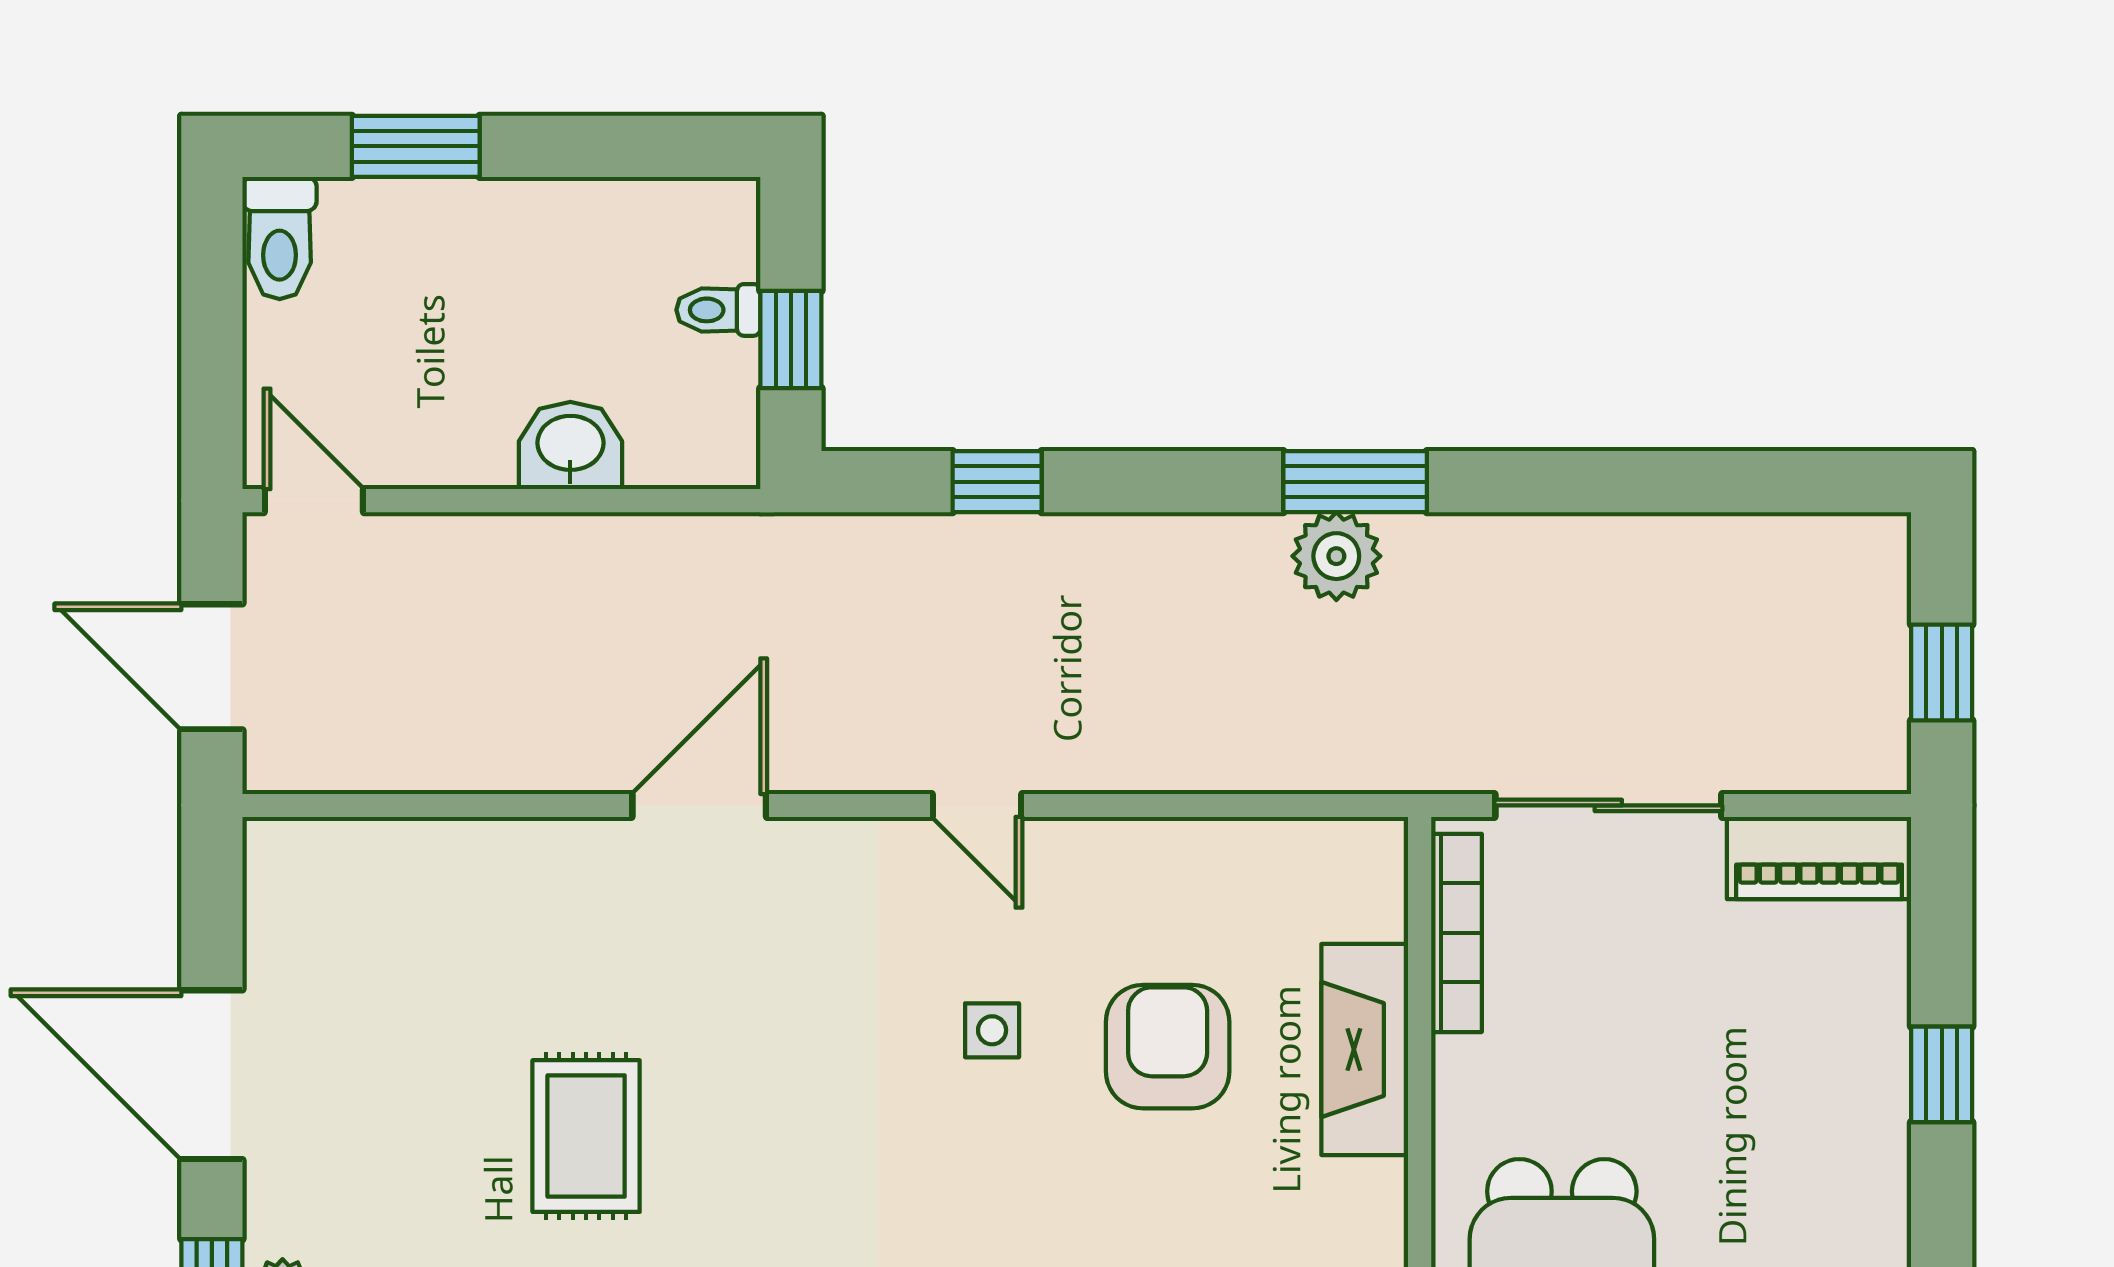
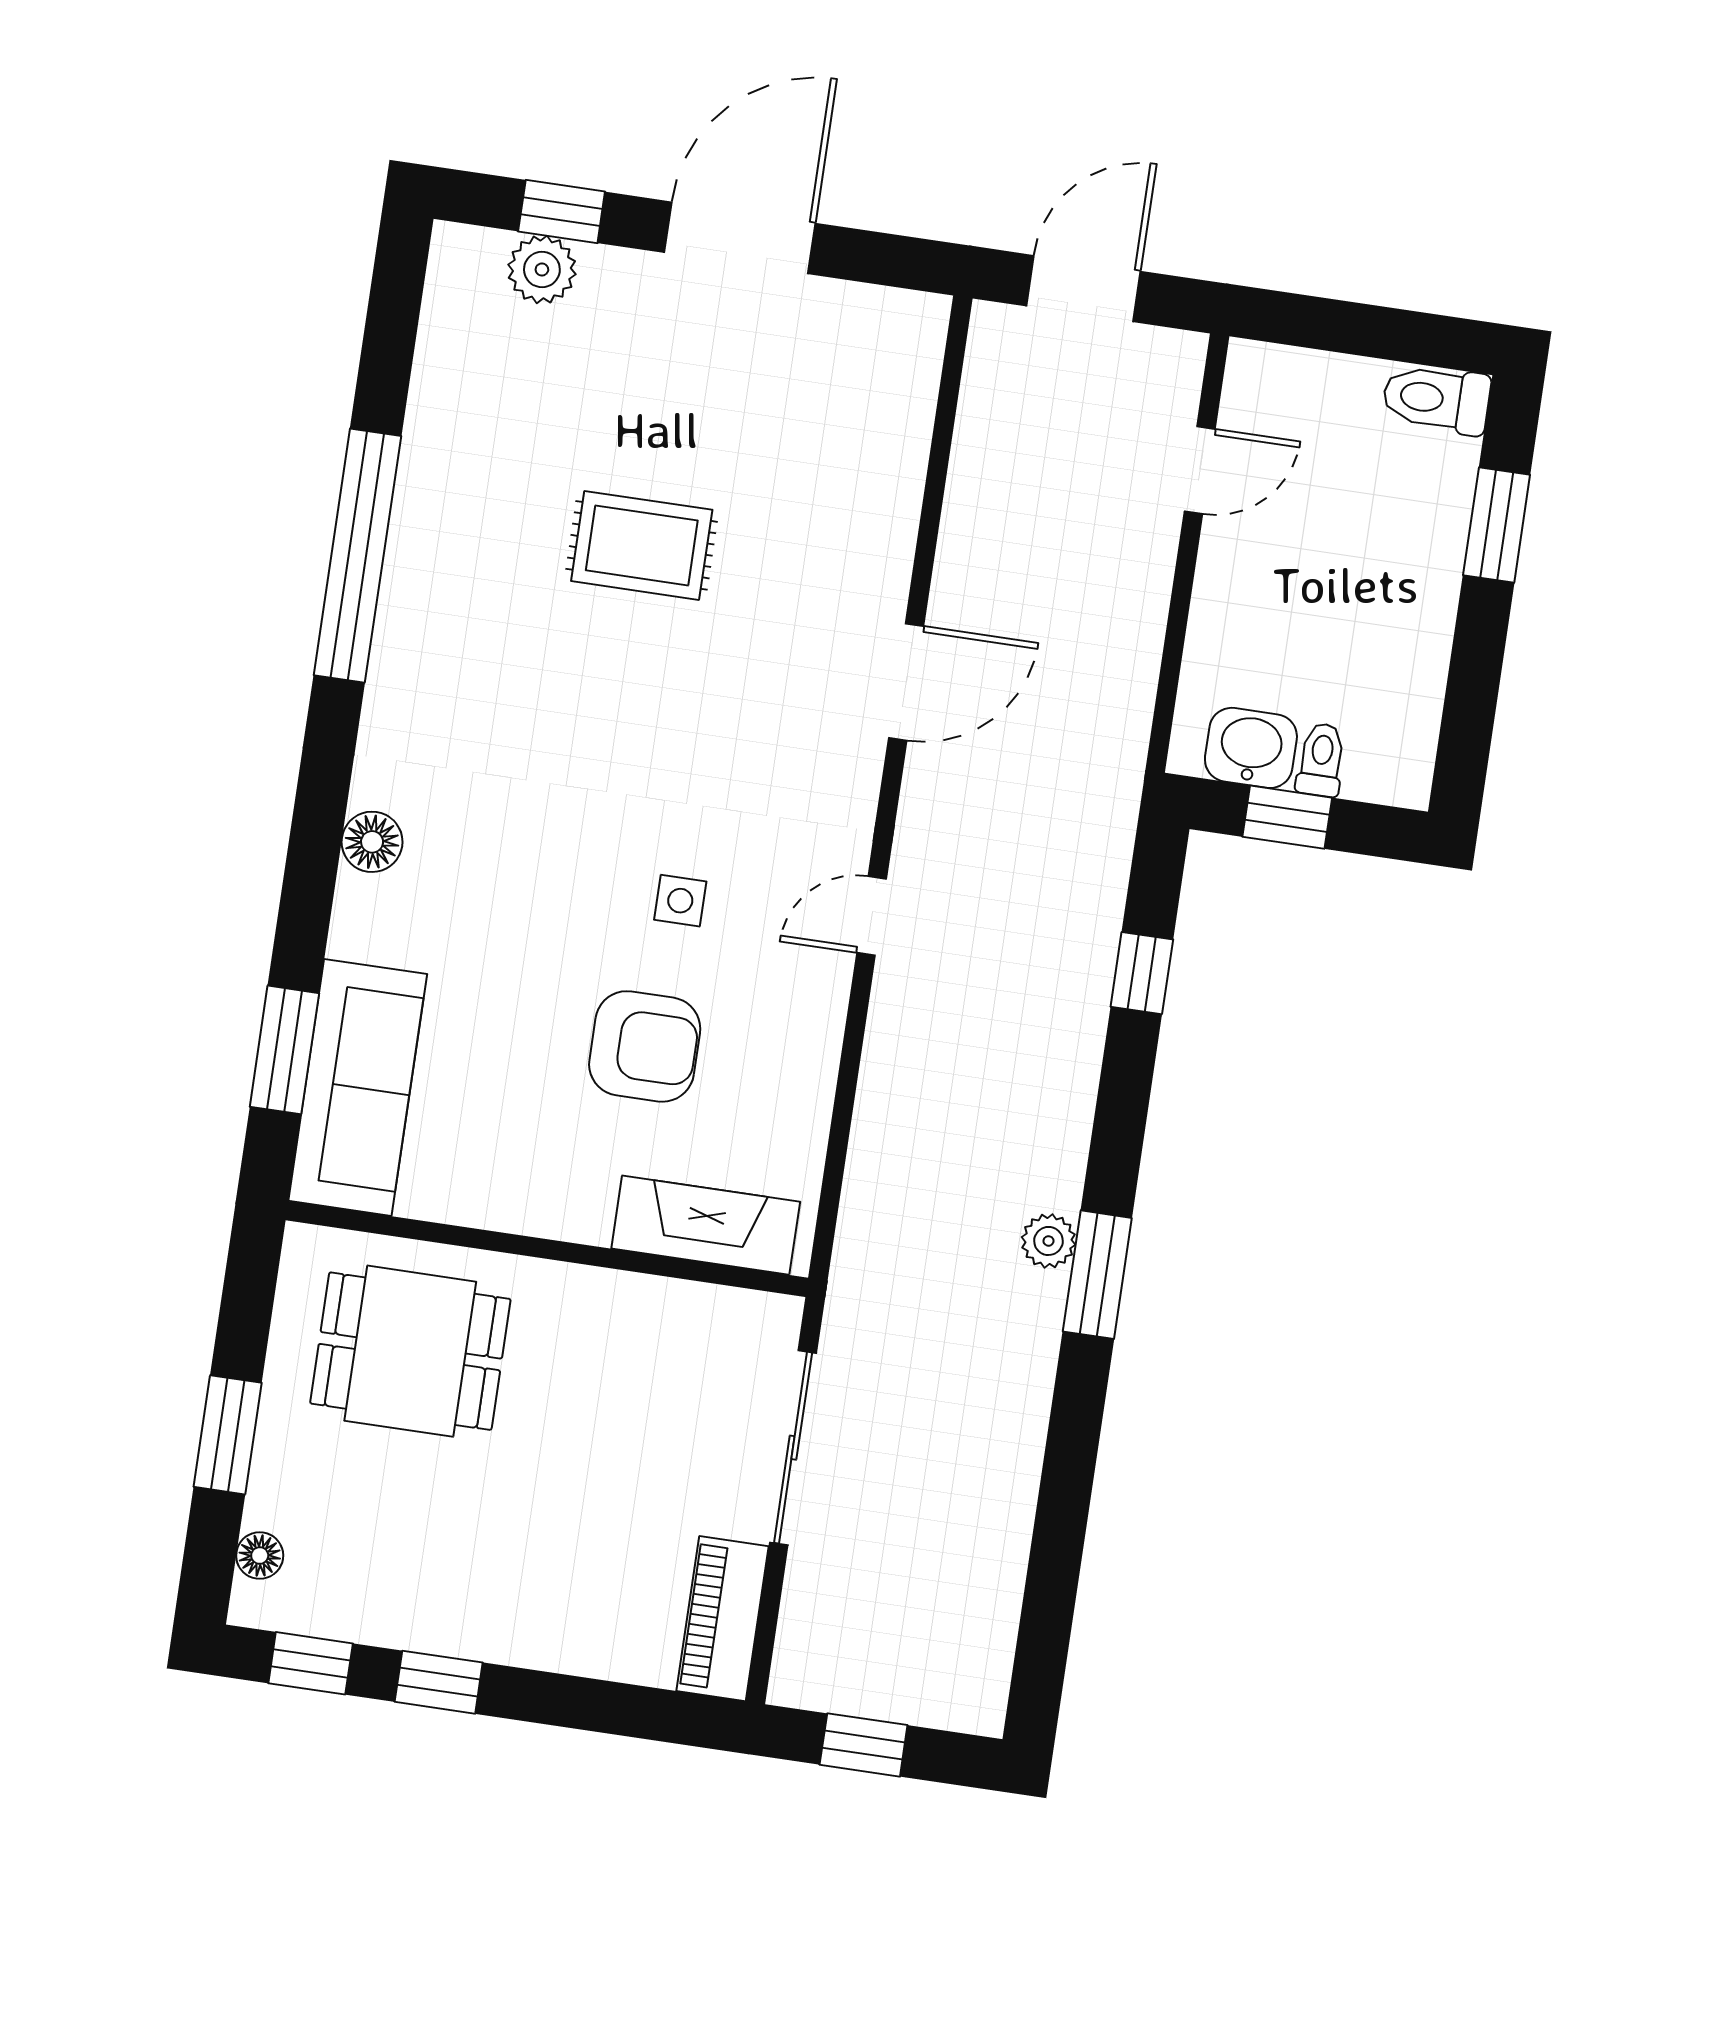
washbasin: (570, 446) -> (1251, 748), moved, turned -90
door: (314, 501) -> (1200, 470), moved
plant: (1336, 556) -> (1048, 1241), width x0.73, depth x0.73
door: (699, 805) -> (906, 682), hinge flipped
bookcase: (1456, 933) -> (705, 1304), removed
fireplace: (1365, 1049) -> (706, 1225), moved
window: (1942, 1074) -> (439, 1682), moved

